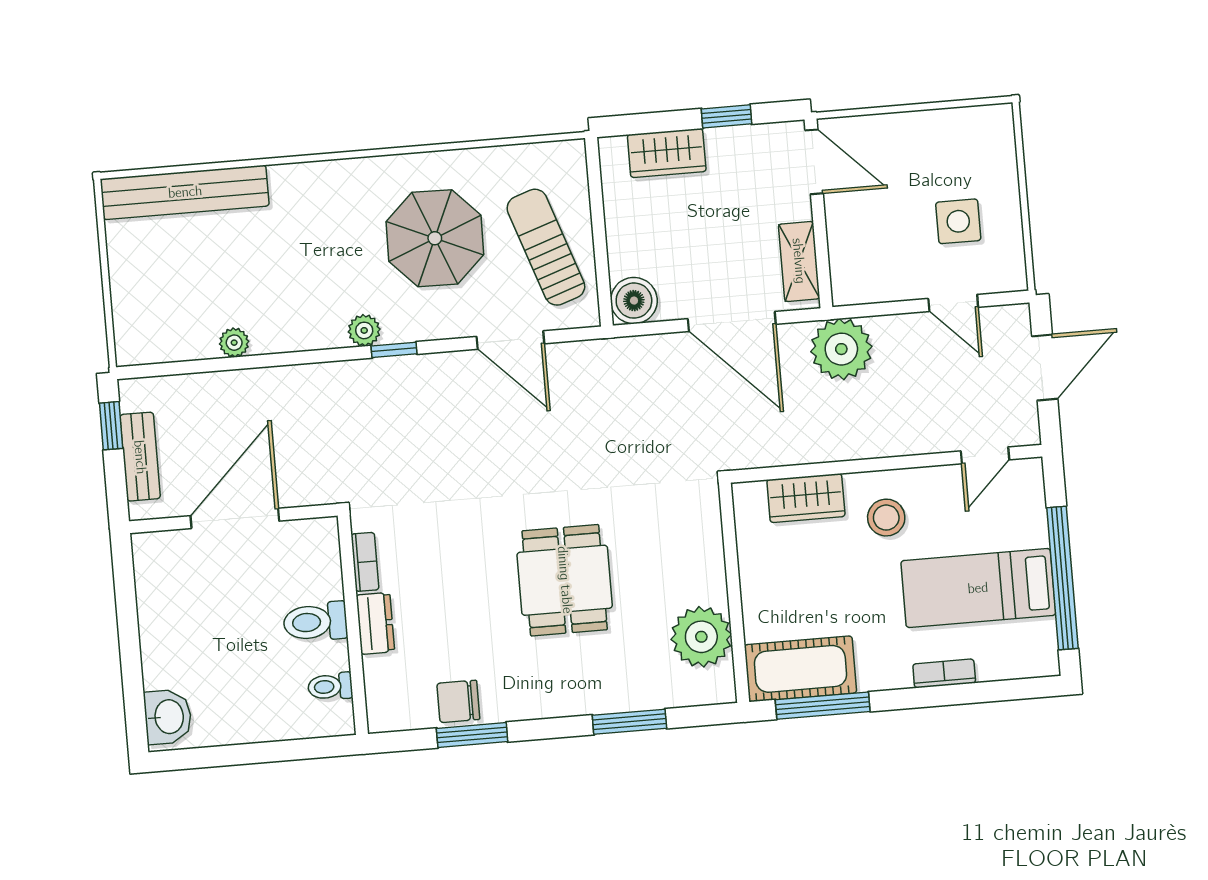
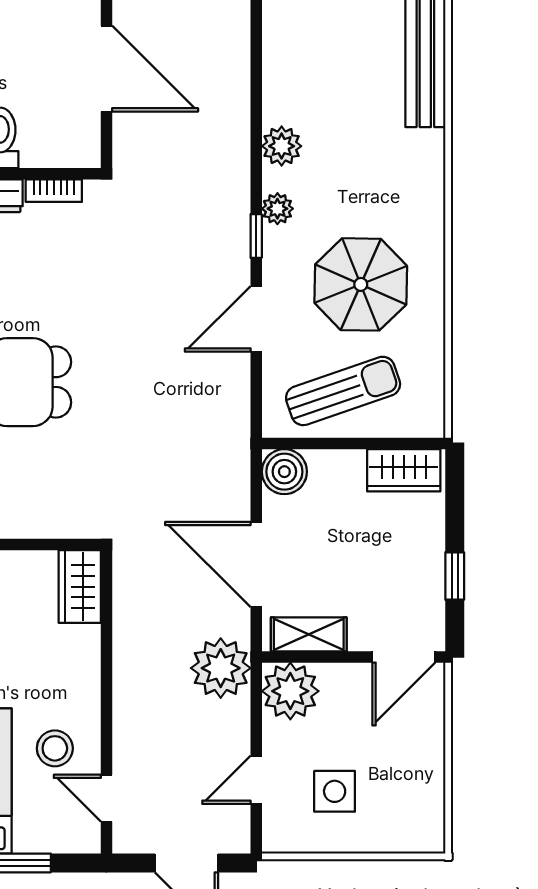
wardrobe: (667, 153) -> (404, 470), moved, turned -90
plant: (859, 276) -> (290, 691), added
door: (732, 322) -> (256, 564), hinge flipped
door: (510, 340) -> (256, 319), moved
plant: (234, 343) -> (282, 146), moved, width x1.38, depth x1.38
wardrobe: (806, 498) -> (80, 587), moved
stool: (886, 518) -> (55, 748), moved

